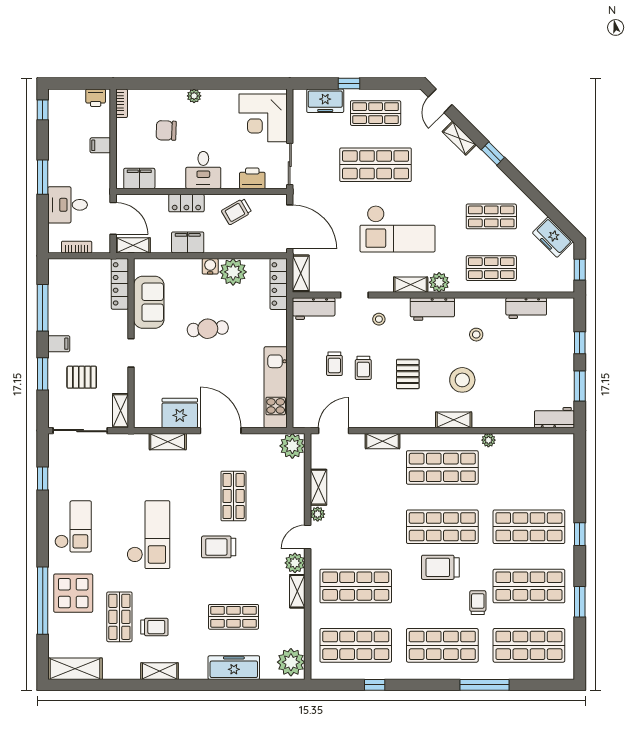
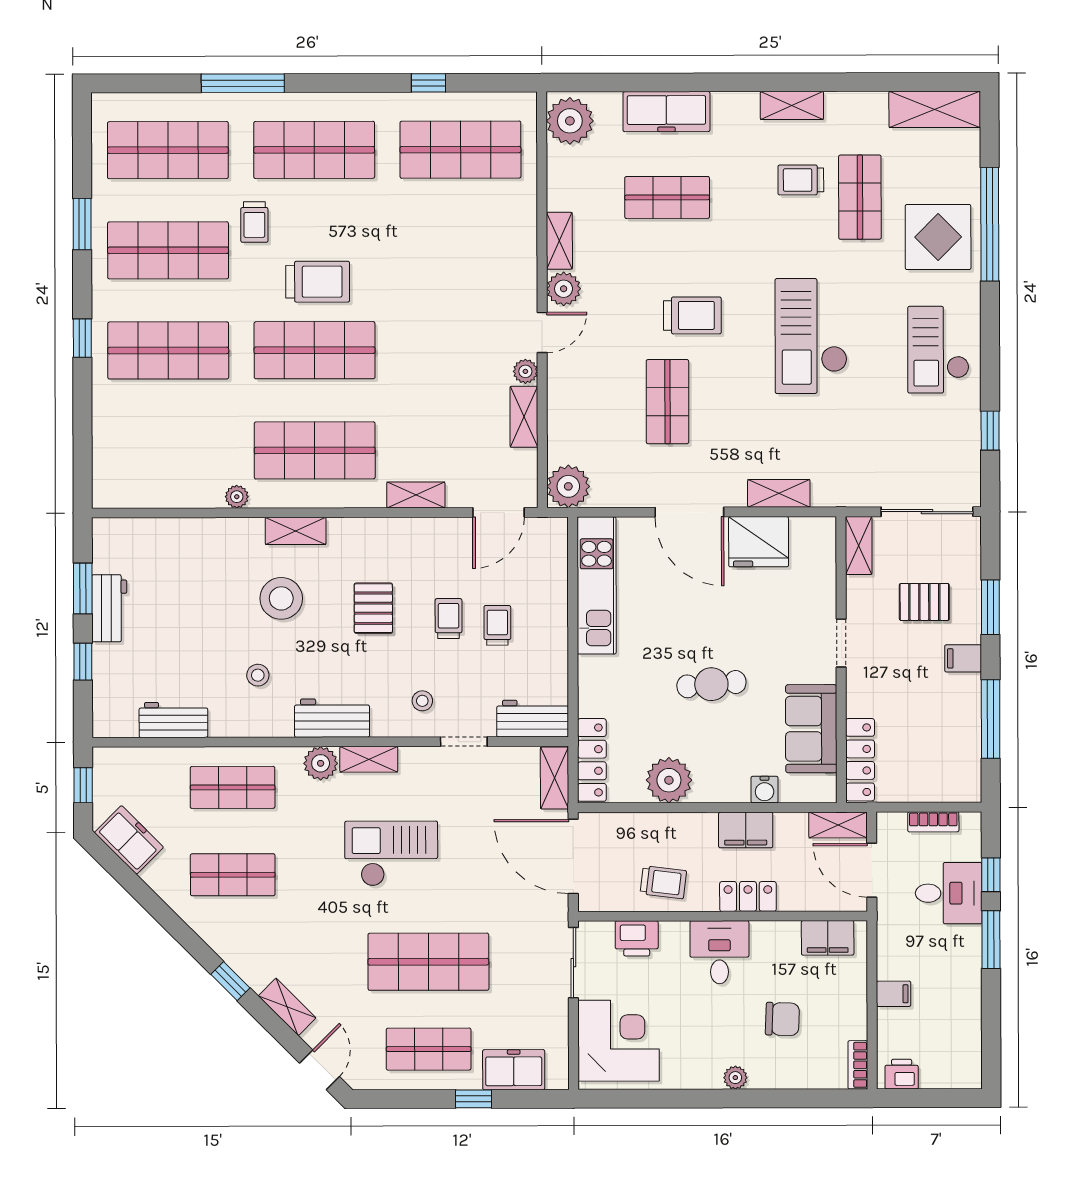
window: (43, 110) -> (991, 875), moved
trolley: (236, 212) -> (663, 882), turned 37
checkout: (397, 229) -> (391, 854), width x0.73, depth x0.83
water cooler: (210, 266) -> (765, 790), moved
workbench: (554, 418) -> (109, 608), moved, turned -90
shop shelf: (356, 586) -> (461, 250), removed

